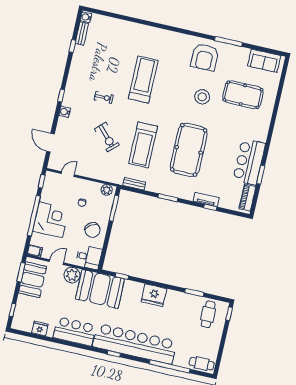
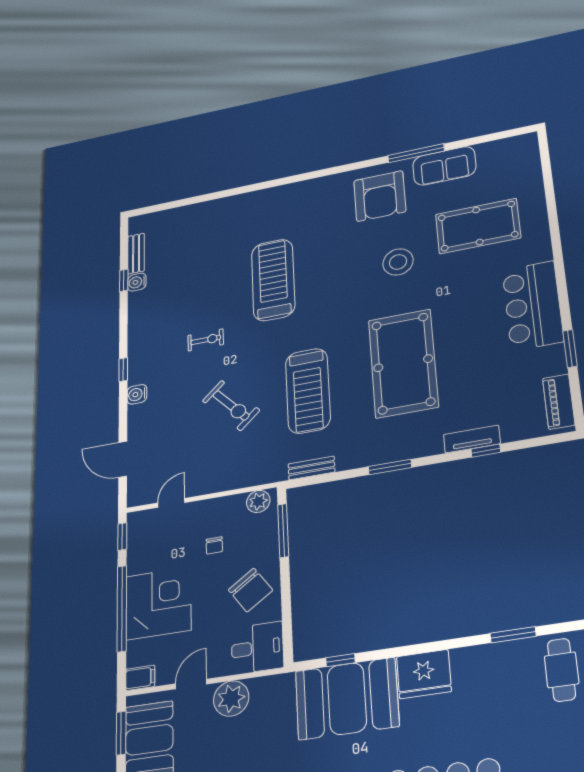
water cooler: (86, 17) -> (137, 282), moved
sofa: (264, 61) -> (444, 166), moved
bar counter: (249, 162) -> (533, 306), moved
booth: (100, 289) -> (347, 699), moved

